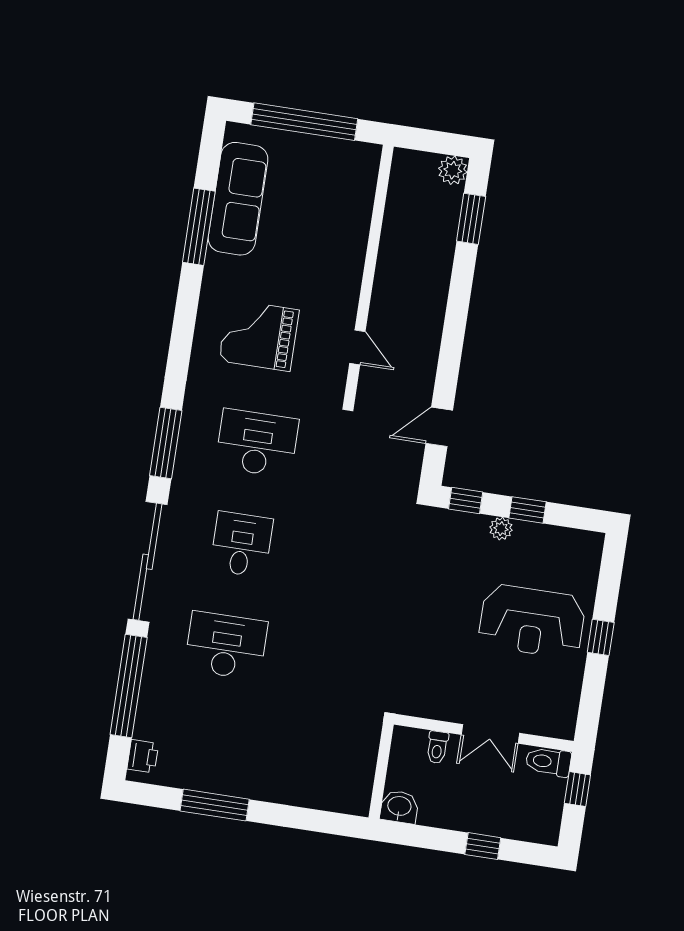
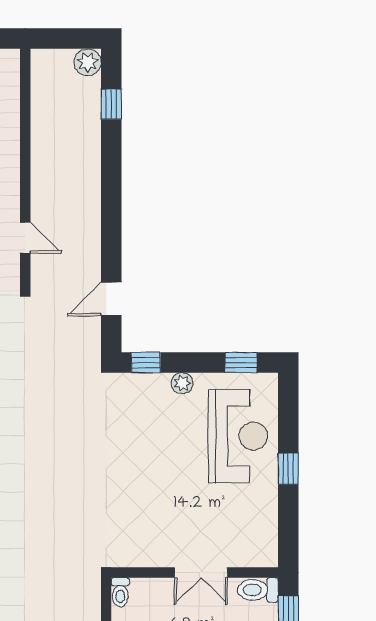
window: (471, 219) -> (111, 104), width x0.67
window: (527, 510) -> (241, 362), moved
reception desk: (532, 621) -> (238, 436), moved, turned -90
toilet: (437, 747) -> (120, 592), moved

